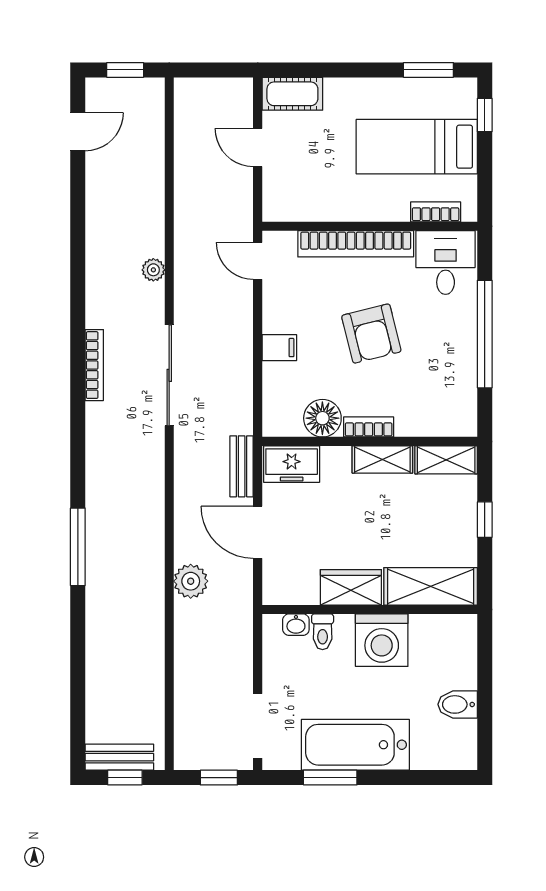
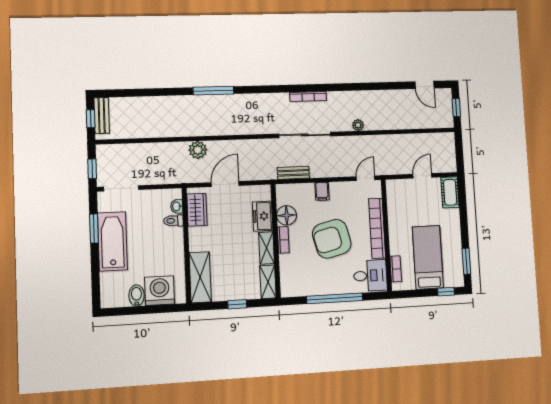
armchair: (371, 334) -> (332, 239), width x1.36, depth x1.36
freezer: (292, 464) -> (263, 216), moved
bench: (242, 466) -> (293, 173), moved
wardrobe: (351, 587) -> (197, 210), moved
washing machine: (382, 640) -> (160, 291), moved, turned 90

